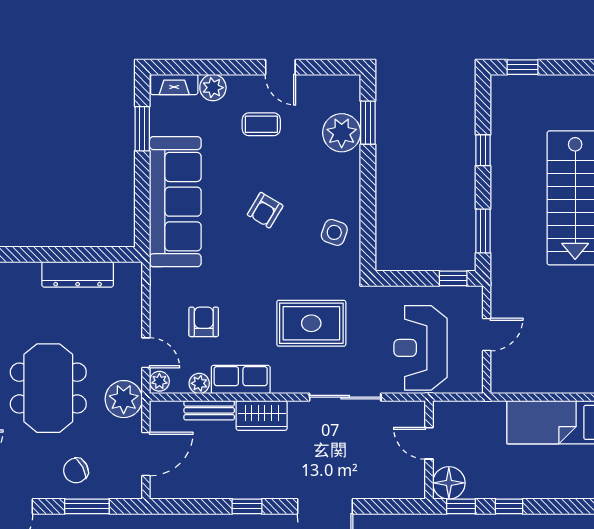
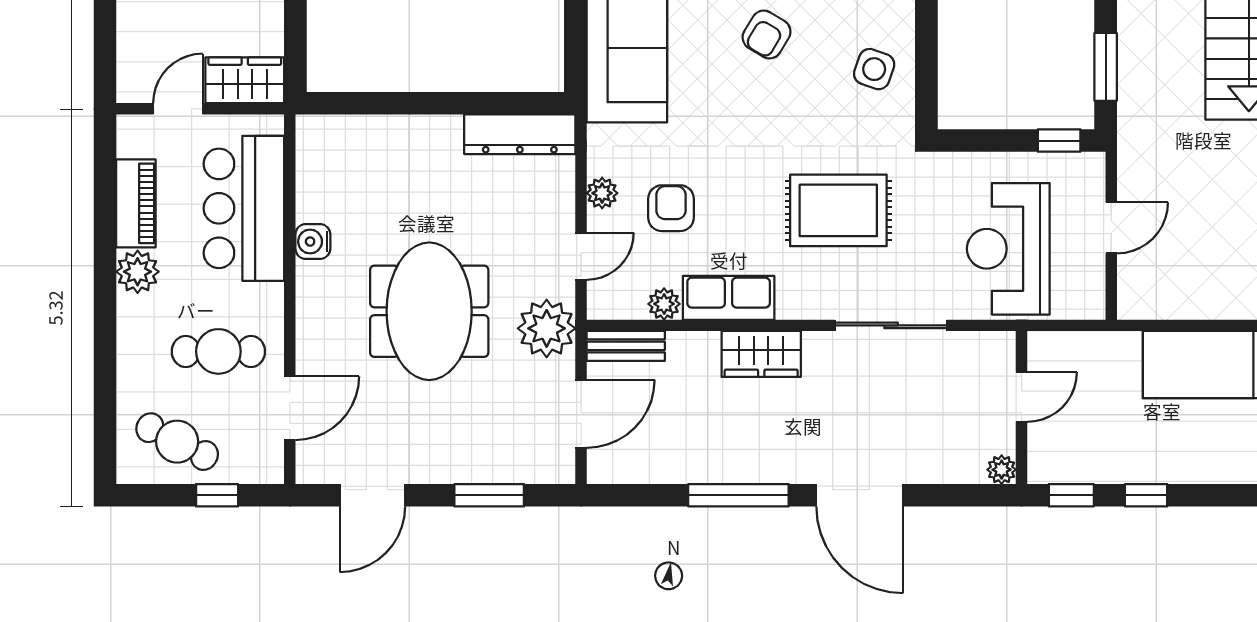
dresser: (78, 274) -> (520, 134), moved
door: (146, 353) -> (581, 256), hinge flipped
plant: (159, 381) -> (602, 193), moved
bench: (209, 410) -> (626, 346), moved
door: (429, 443) -> (1022, 397), swing flipped
chair: (76, 471) -> (472, 440), removed
floor lamp: (449, 483) -> (1052, 459), removed
plant: (416, 490) -> (1002, 470), added
window: (247, 506) -> (738, 495), width x2.17

